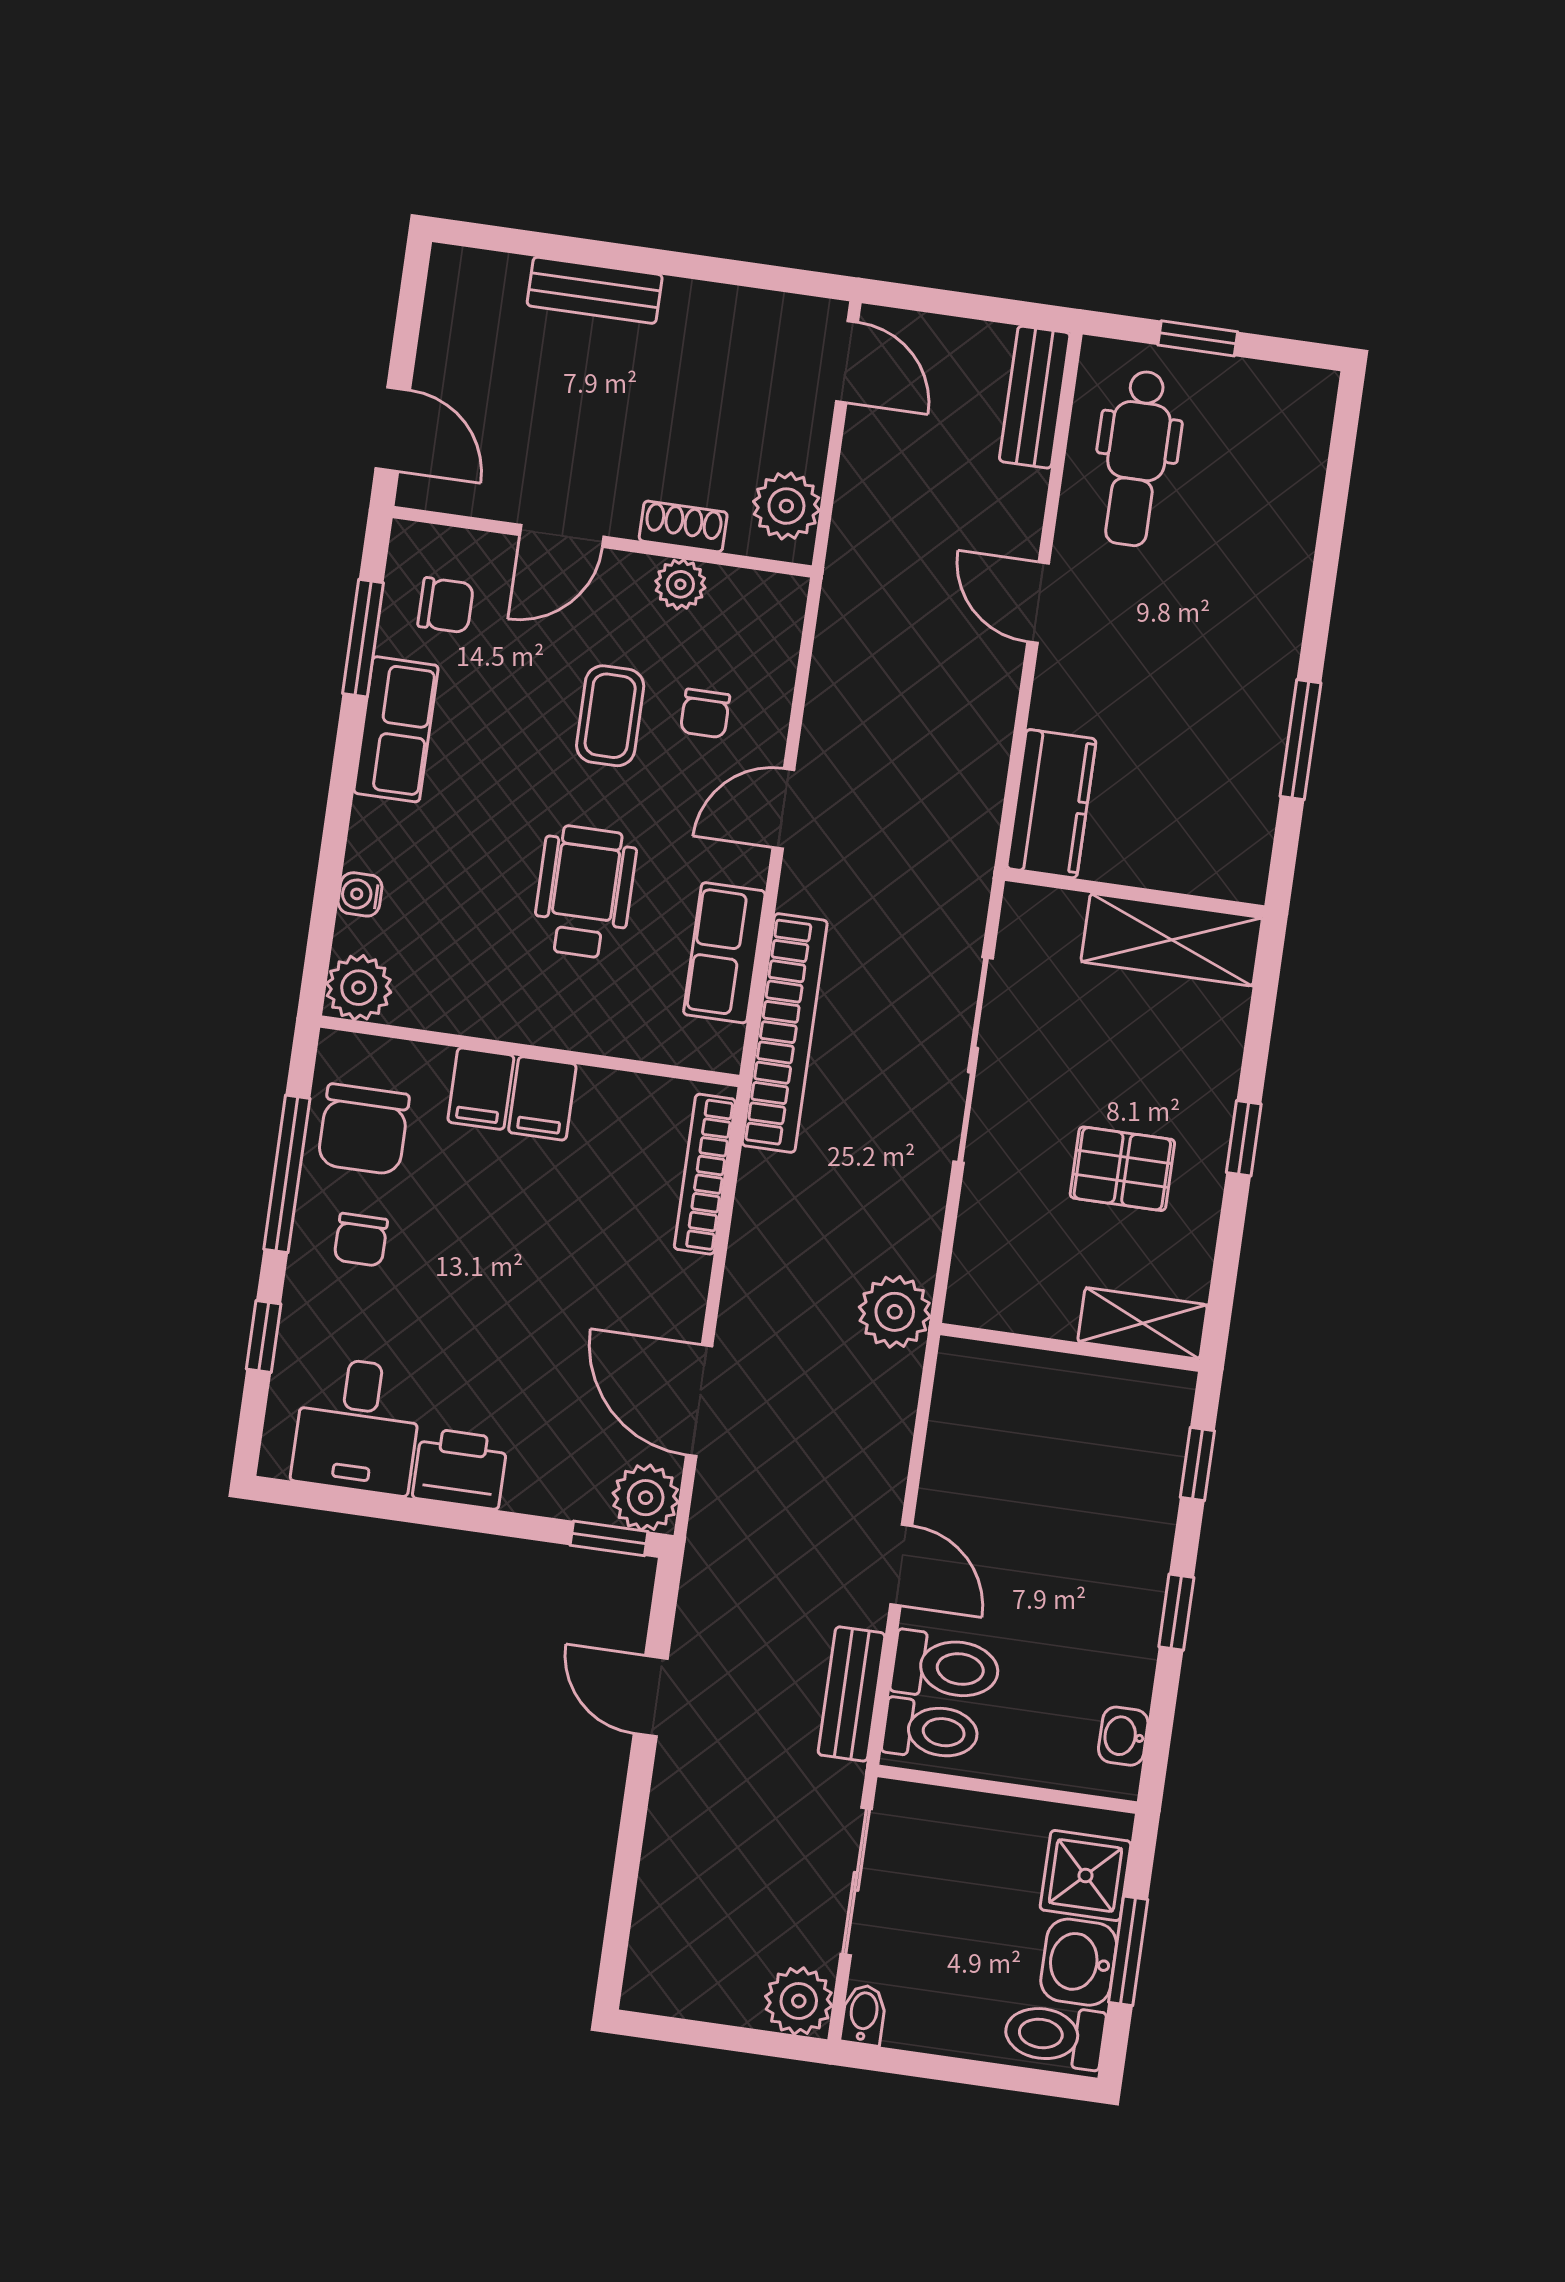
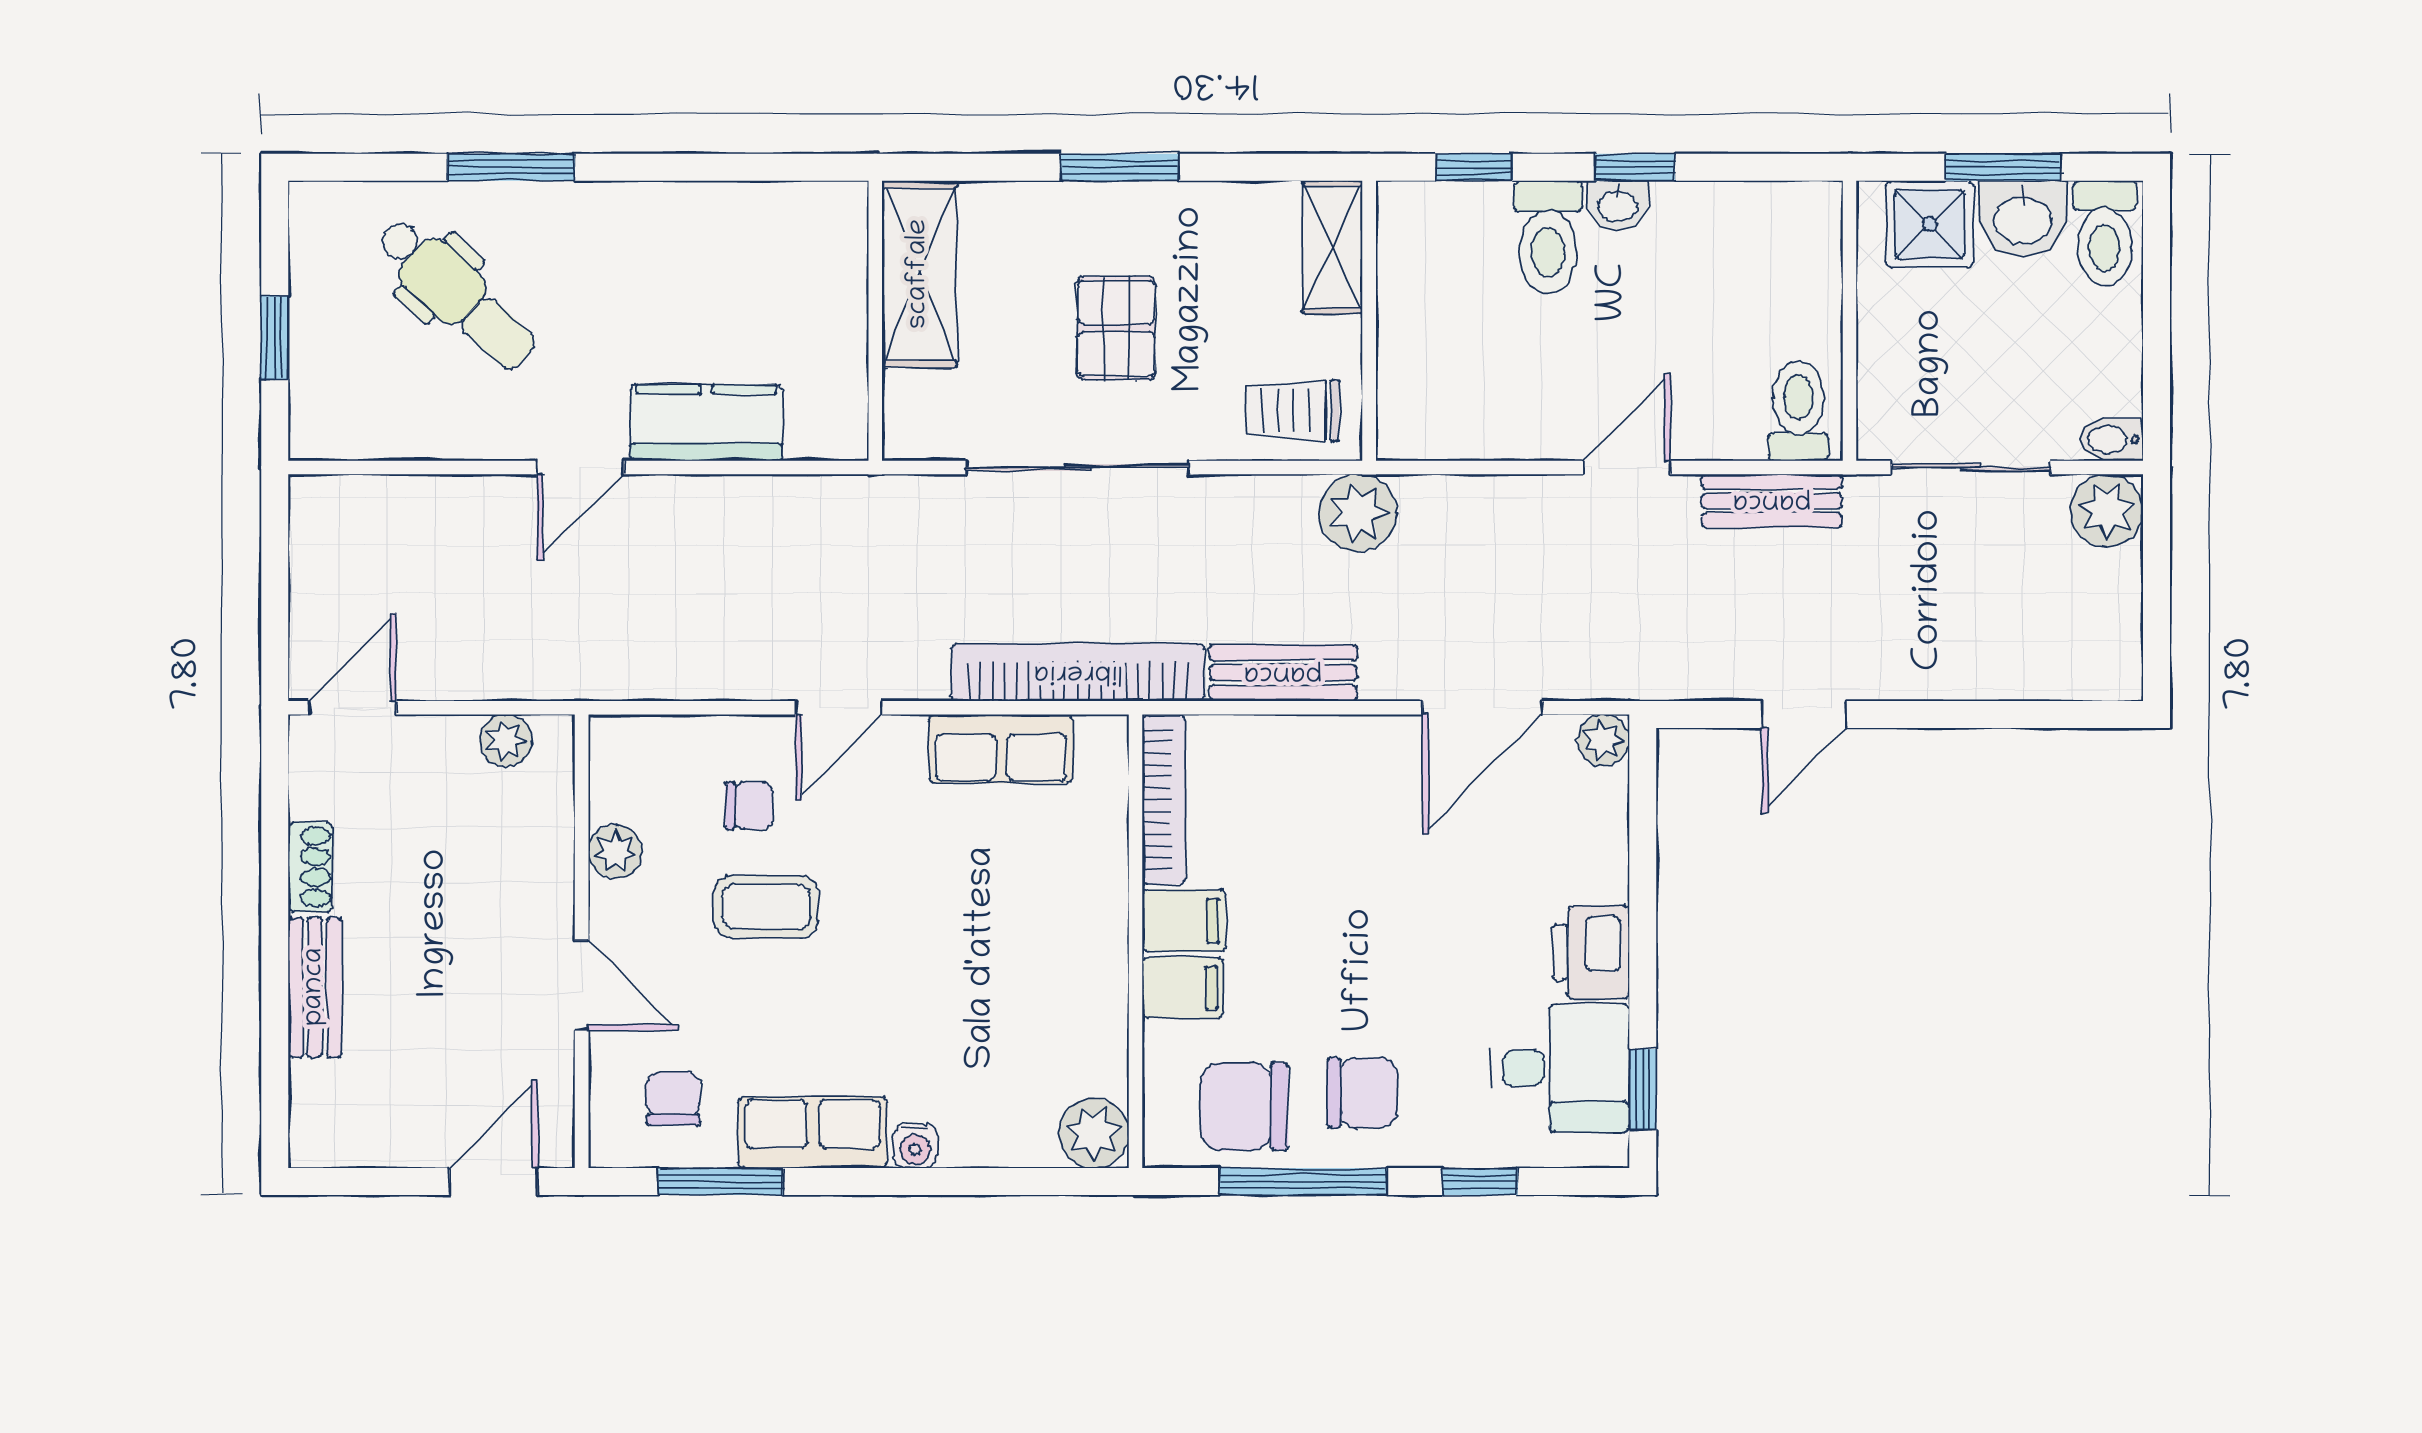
bench: (1035, 397) -> (1283, 673), moved
dental chair: (1137, 458) -> (456, 294), moved, turned 43
plant: (786, 506) -> (506, 741), width x0.73, depth x0.73
shoe rack: (683, 526) -> (310, 867), moved, turned 180
window: (1300, 740) -> (511, 167), moved
kitchen counter: (1051, 804) -> (706, 423), moved
door: (783, 809) -> (839, 708), hinge flipped
wheelchair: (585, 892) -> (957, 907), removed
water cooler: (360, 894) -> (915, 1146), moved
chair: (363, 1129) -> (1244, 1107), turned 180
window: (1244, 1138) -> (1120, 167), width x1.50
pallet: (1122, 1169) -> (1116, 328), moved
bookcase: (705, 1174) -> (1164, 800), moved, turned -90
chair: (361, 1240) -> (1362, 1093), width x1.37, depth x1.37
trolley: (997, 1265) -> (1293, 411), added
plant: (646, 1498) -> (1603, 740), width x0.73, depth x0.73
window: (609, 1538) -> (1643, 1089), moved
toilet: (946, 1667) -> (1548, 237), moved, turned 180
washbasin: (1123, 1736) -> (1618, 205), moved

